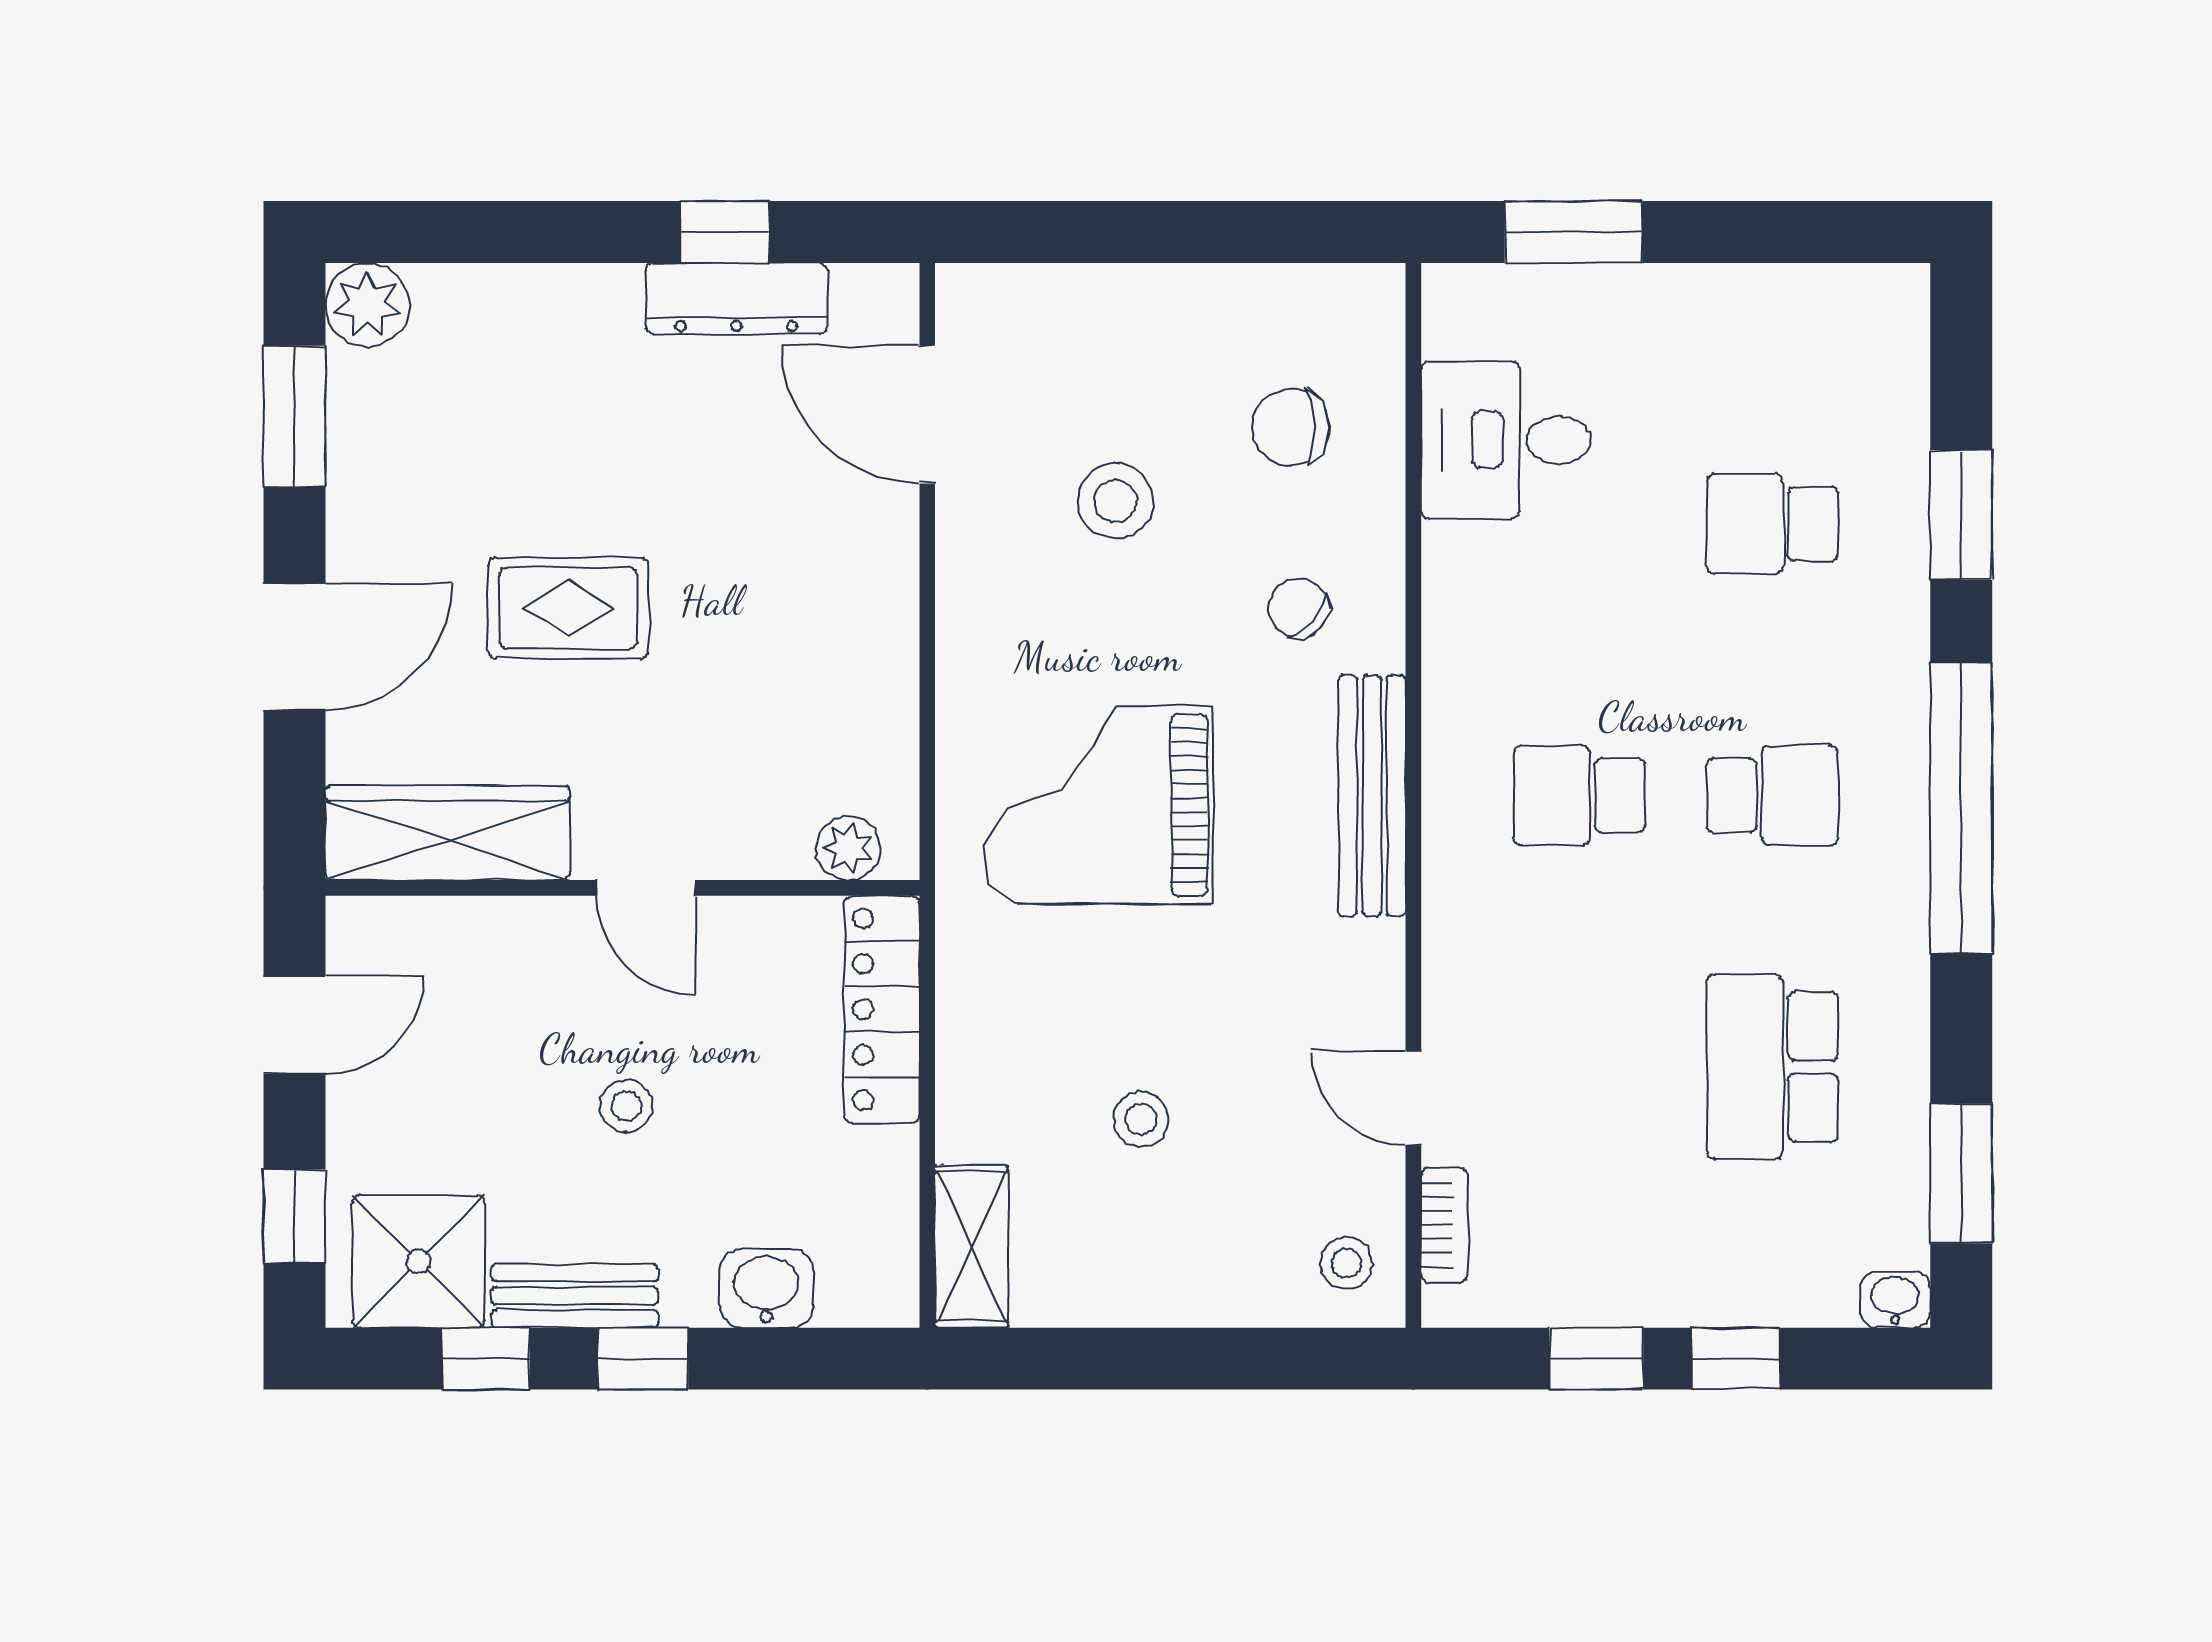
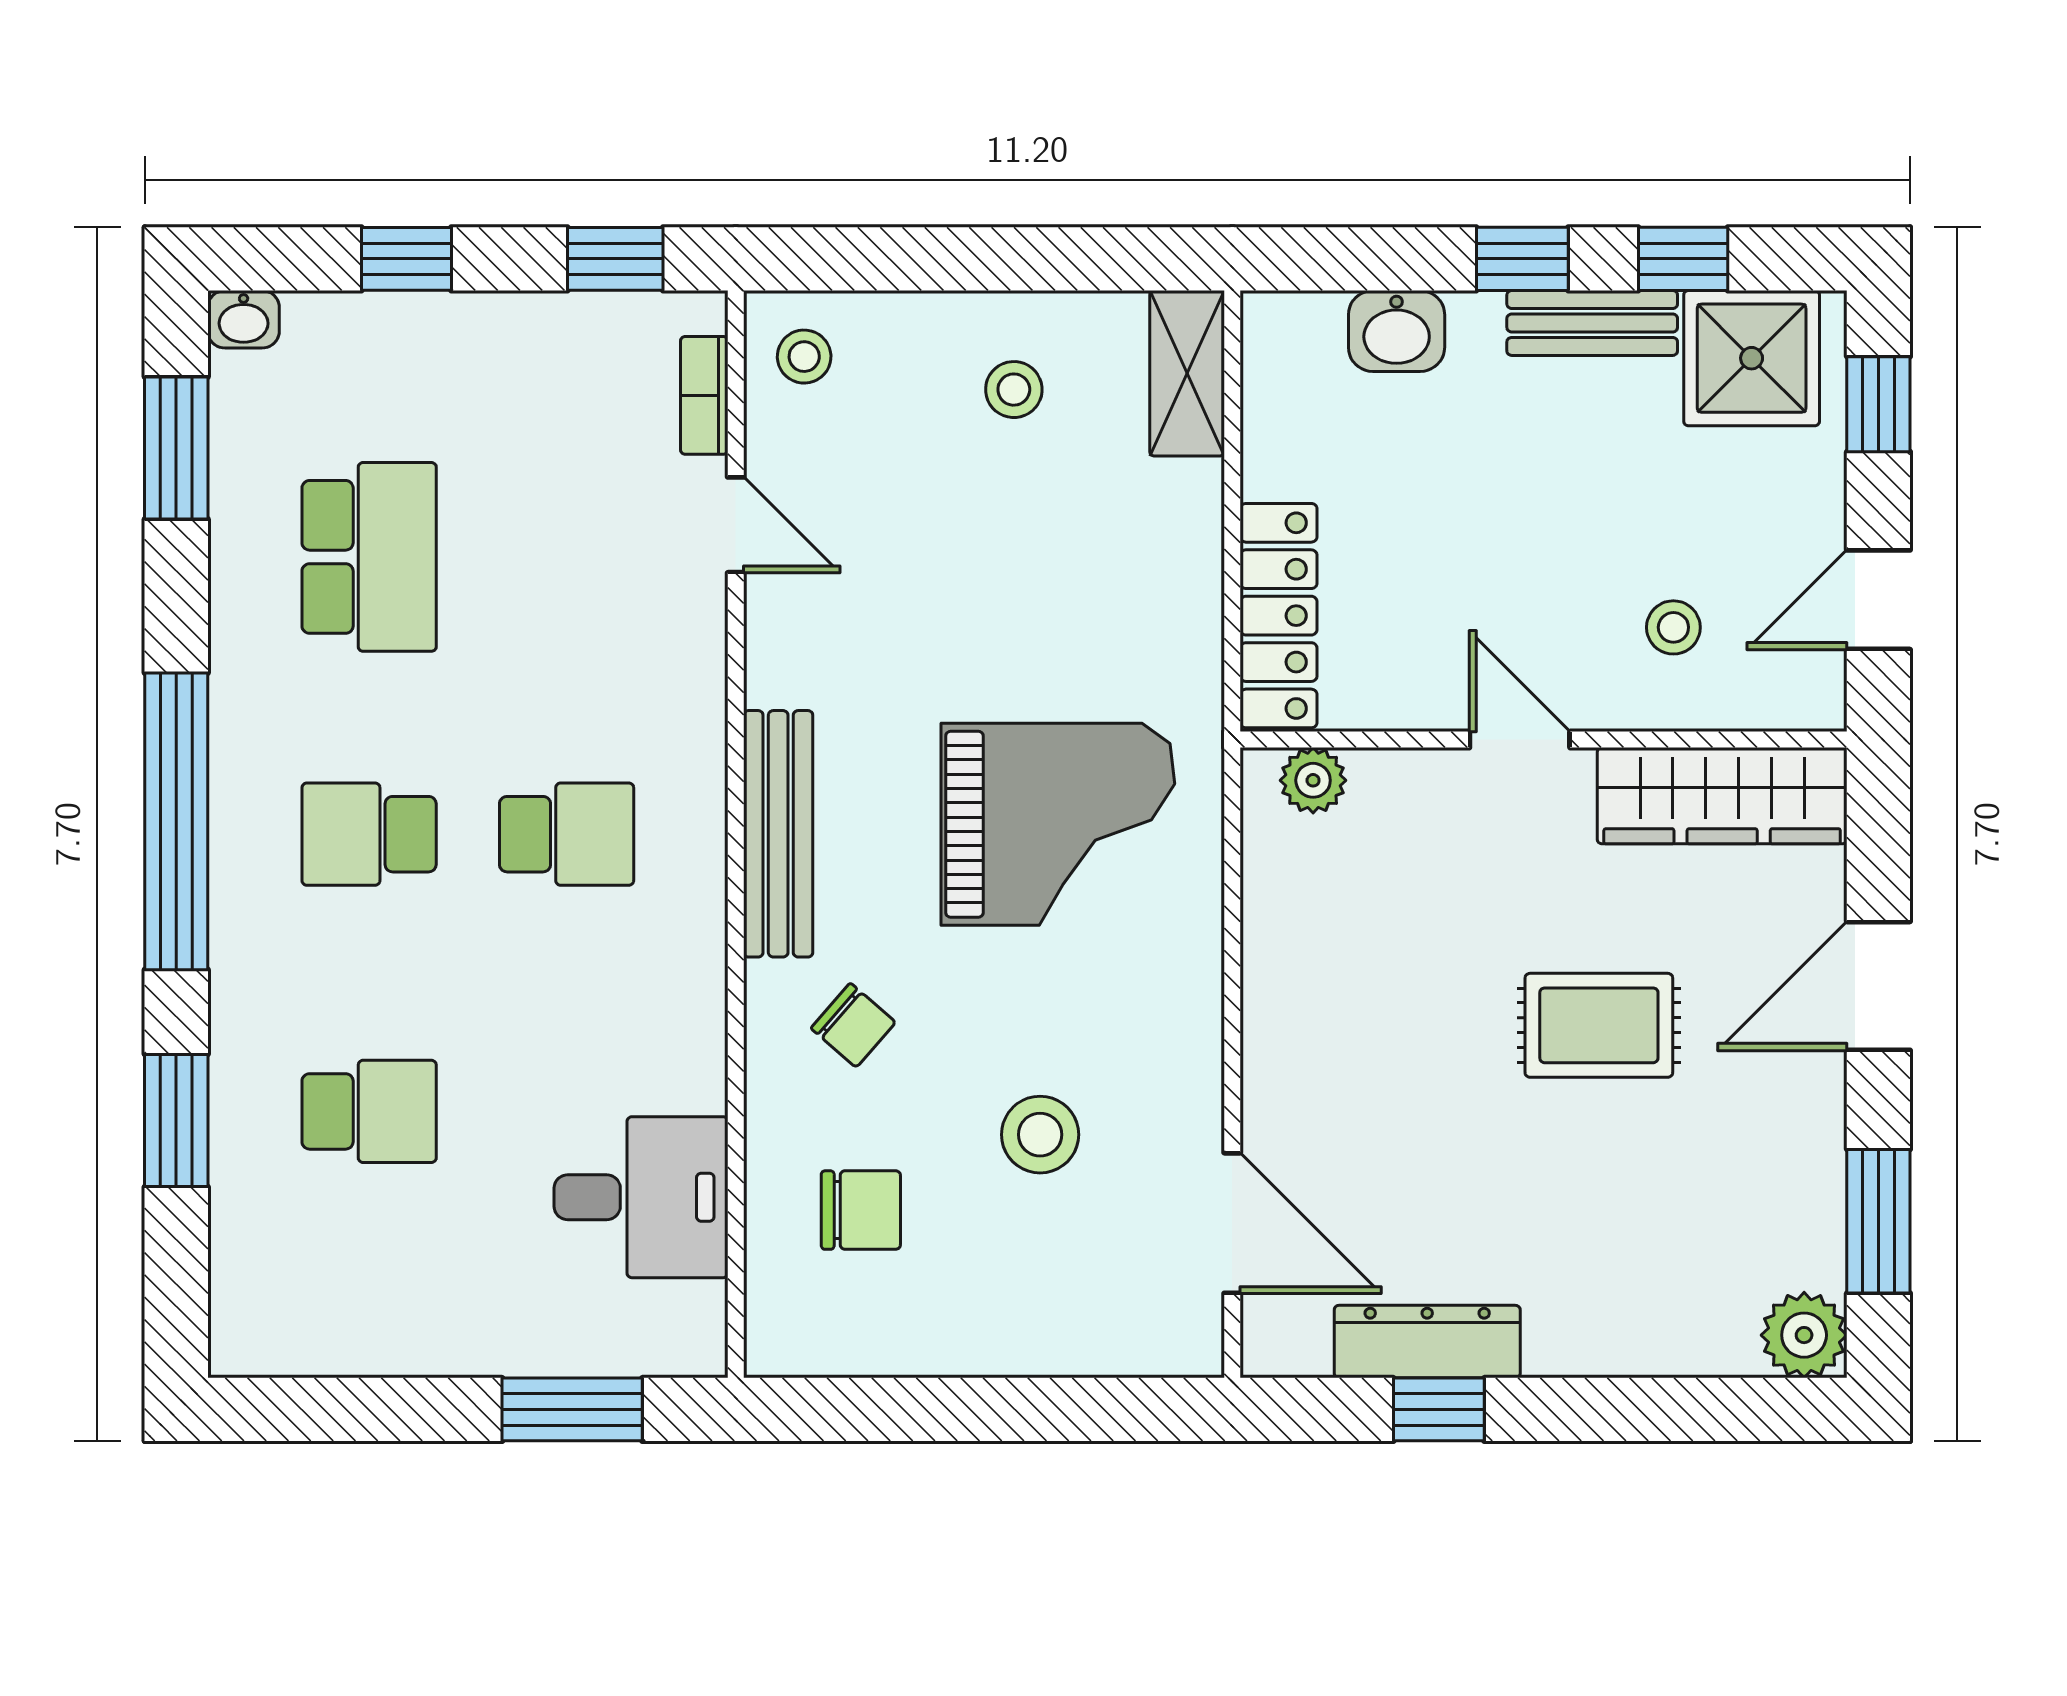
stool: (626, 1106) -> (1673, 627), moved
stool: (1141, 1119) -> (1014, 390), moved
window: (1596, 1359) -> (615, 259), moved

